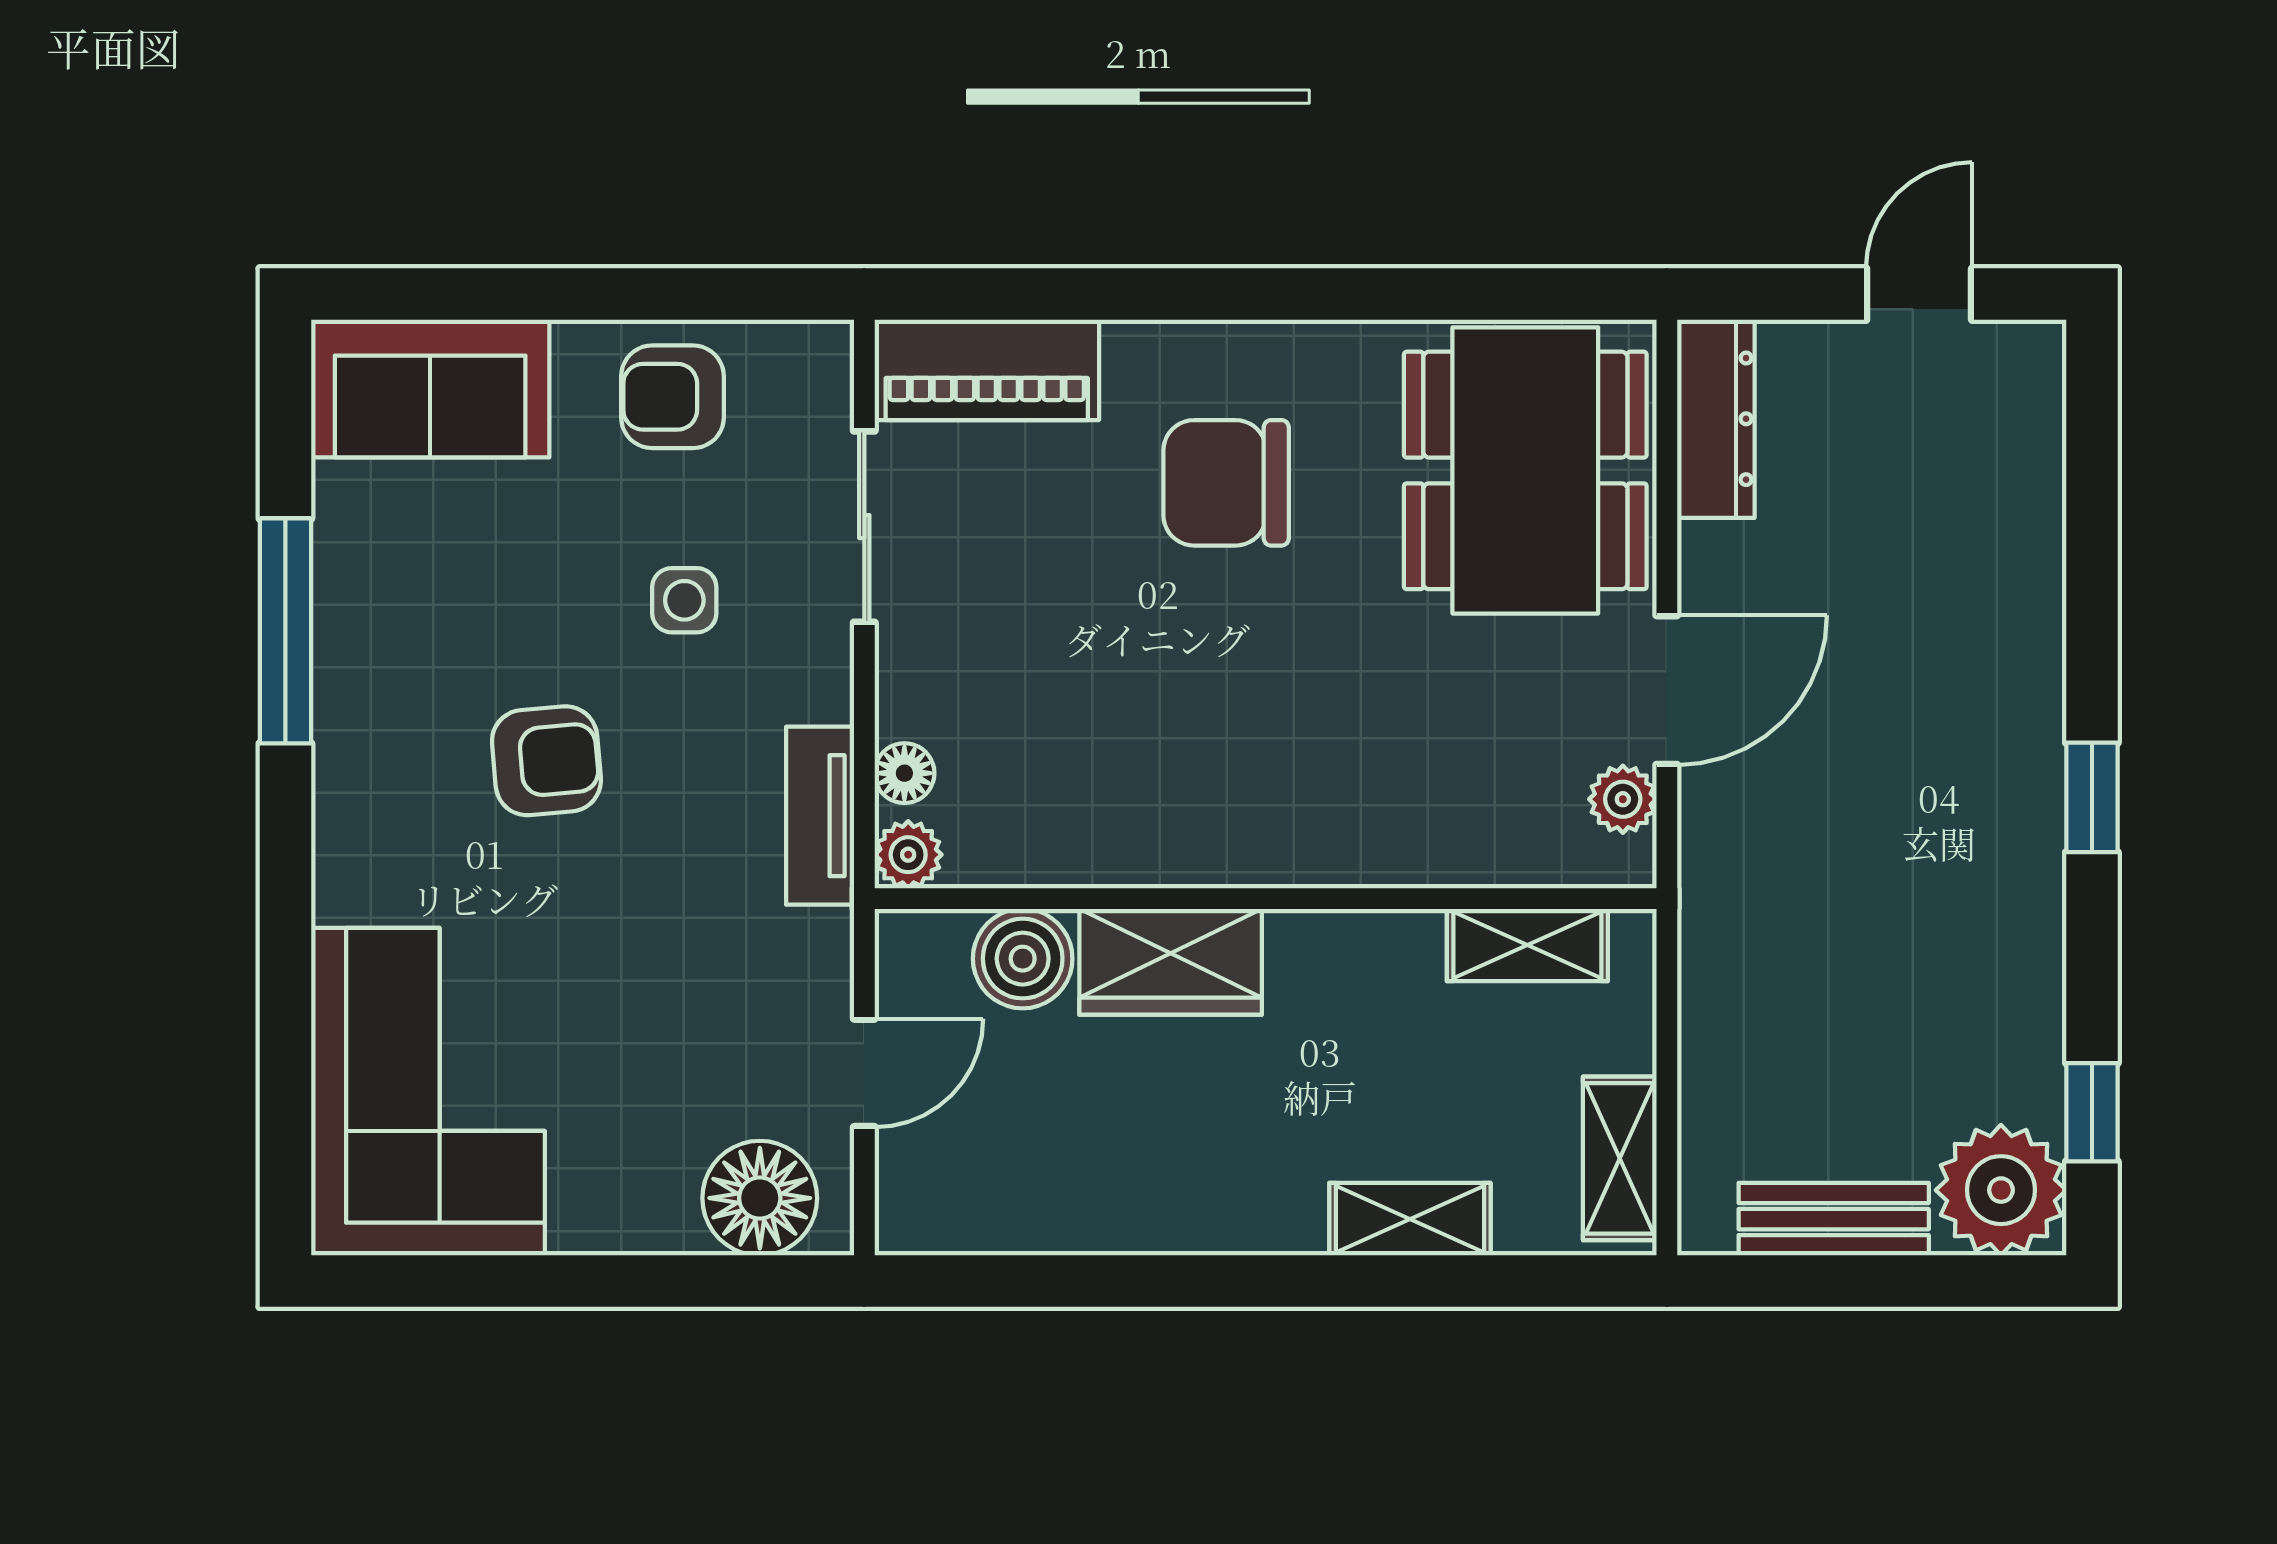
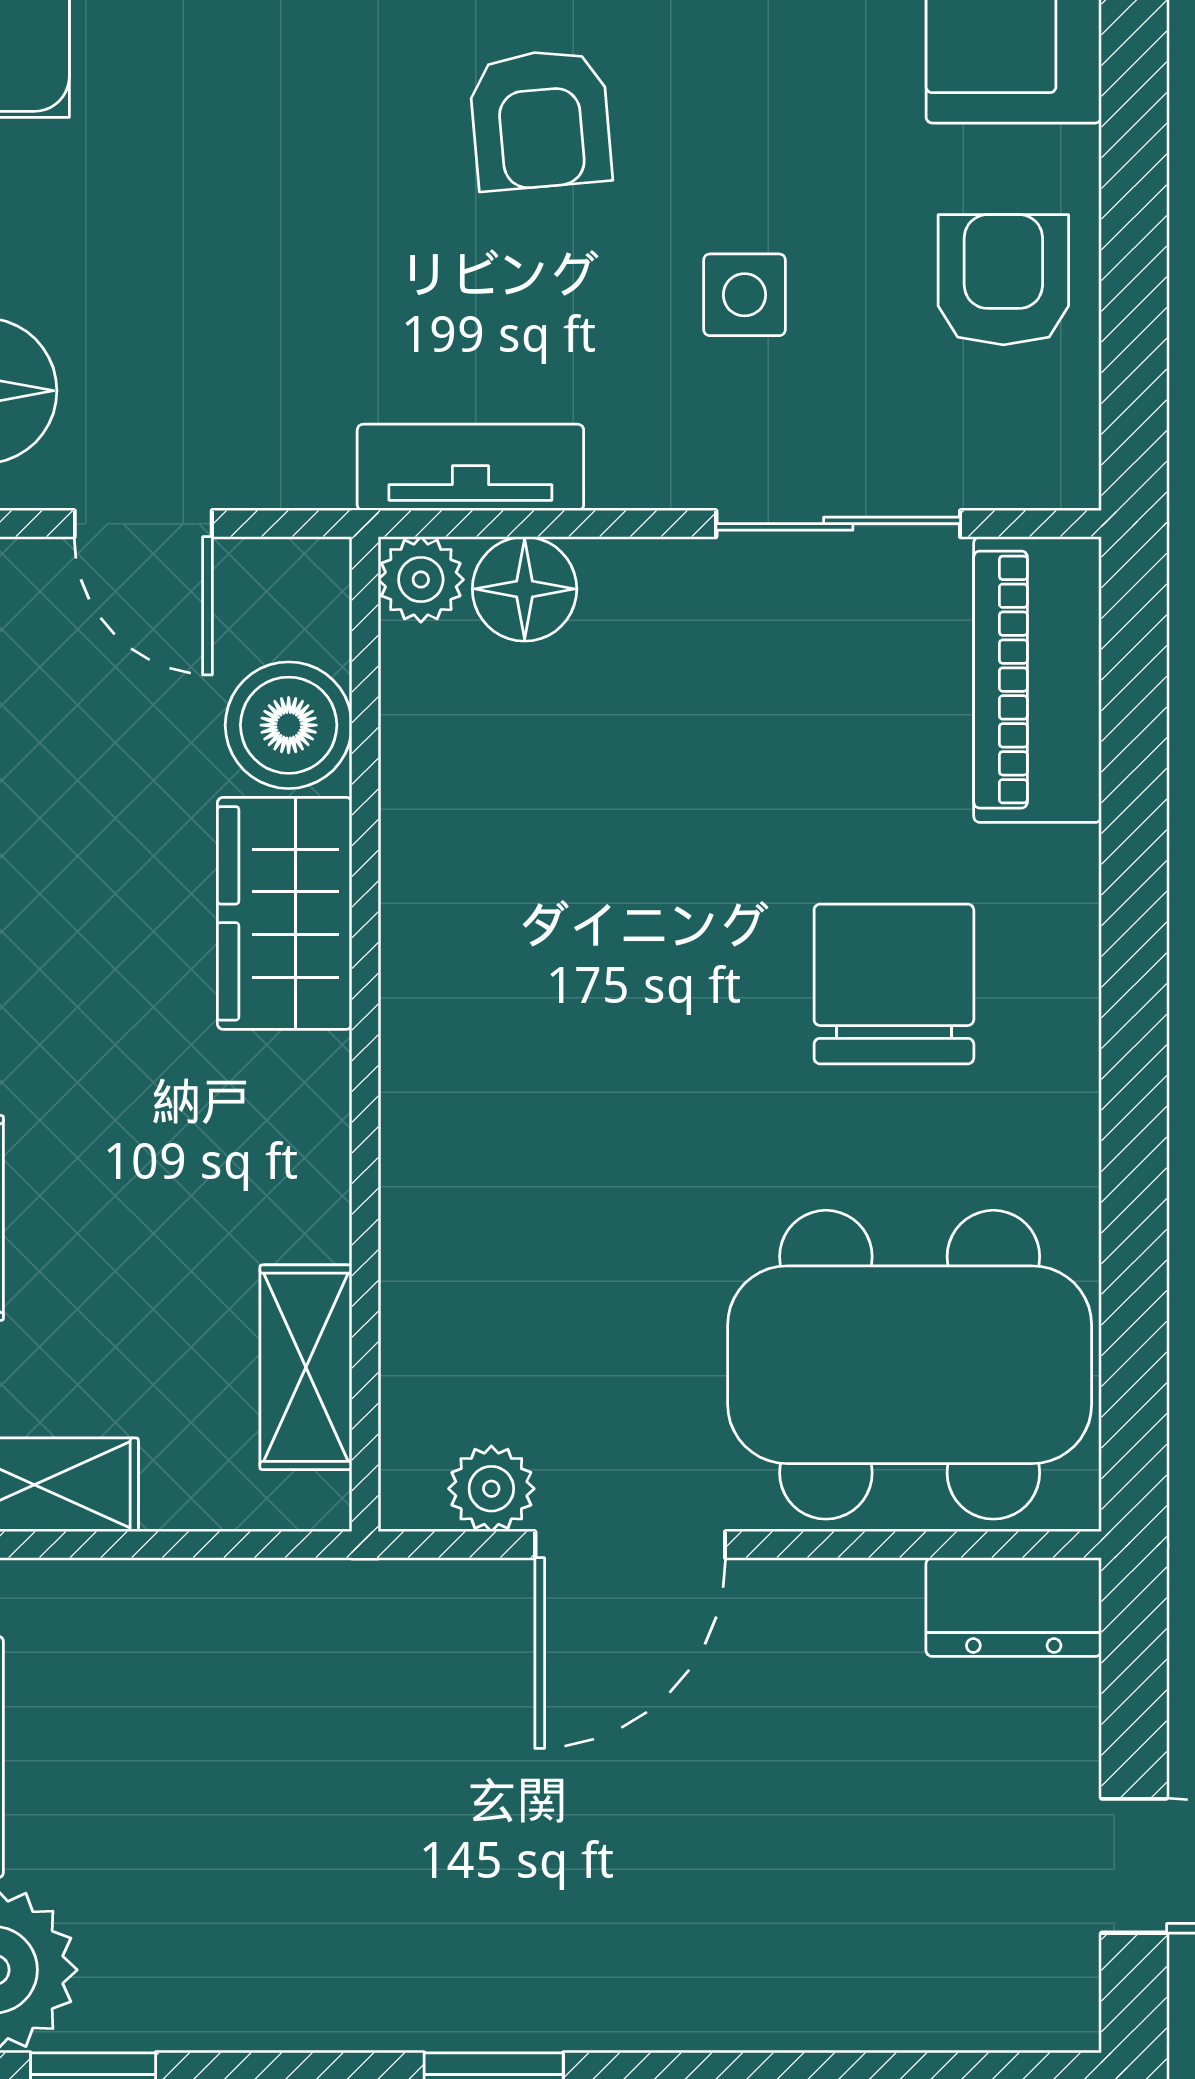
dresser: (1716, 419) -> (1014, 1607), width x0.70
door: (1667, 690) -> (630, 1545), hinge flipped
floor lamp: (904, 773) -> (525, 589), width x1.37, depth x1.37

